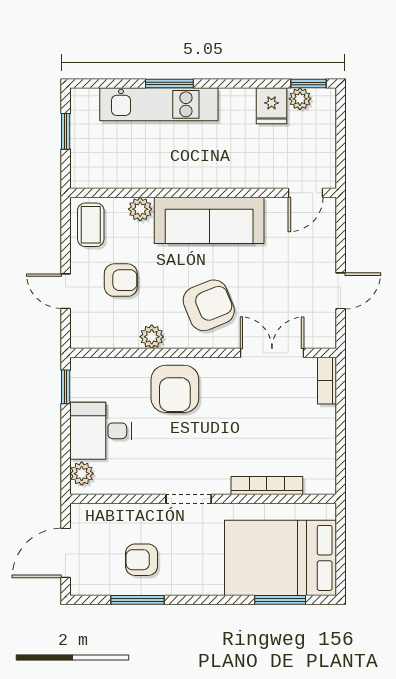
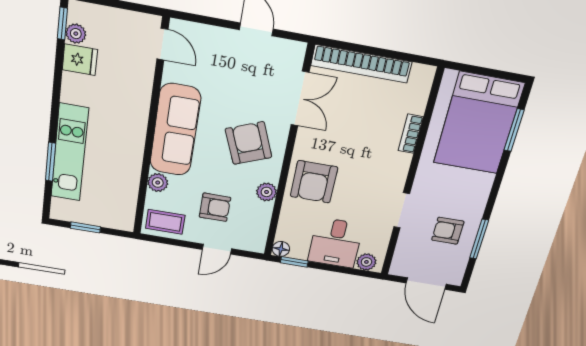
window: (169, 84) -> (51, 162), moved
armchair: (121, 280) -> (215, 207), turned 90
double door: (272, 353) -> (300, 99), swing flipped
floor lamp: (80, 367) -> (281, 249), added
bookcase: (327, 381) -> (361, 64), width x2.31, depth x1.31
armchair: (175, 389) -> (314, 182), turned 90
bookcase: (267, 485) -> (411, 134), width x0.64
doorway: (189, 499) -> (402, 210), moved
armchair: (142, 560) -> (448, 231), turned 90

